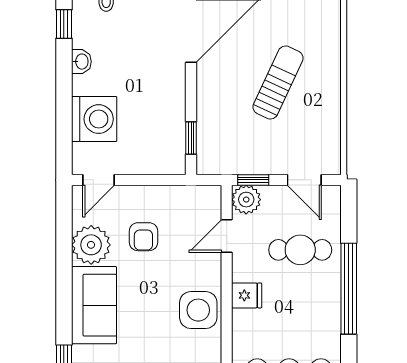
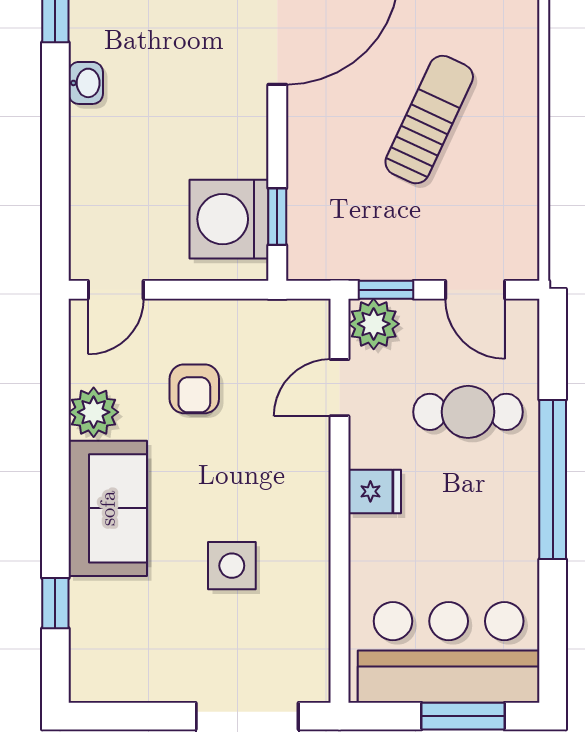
washing machine: (94, 119) -> (229, 219), moved, turned 180
plant: (91, 245) -> (94, 412), width x0.73, depth x0.73
side table: (198, 310) -> (232, 566), moved, width x0.73, depth x0.73

